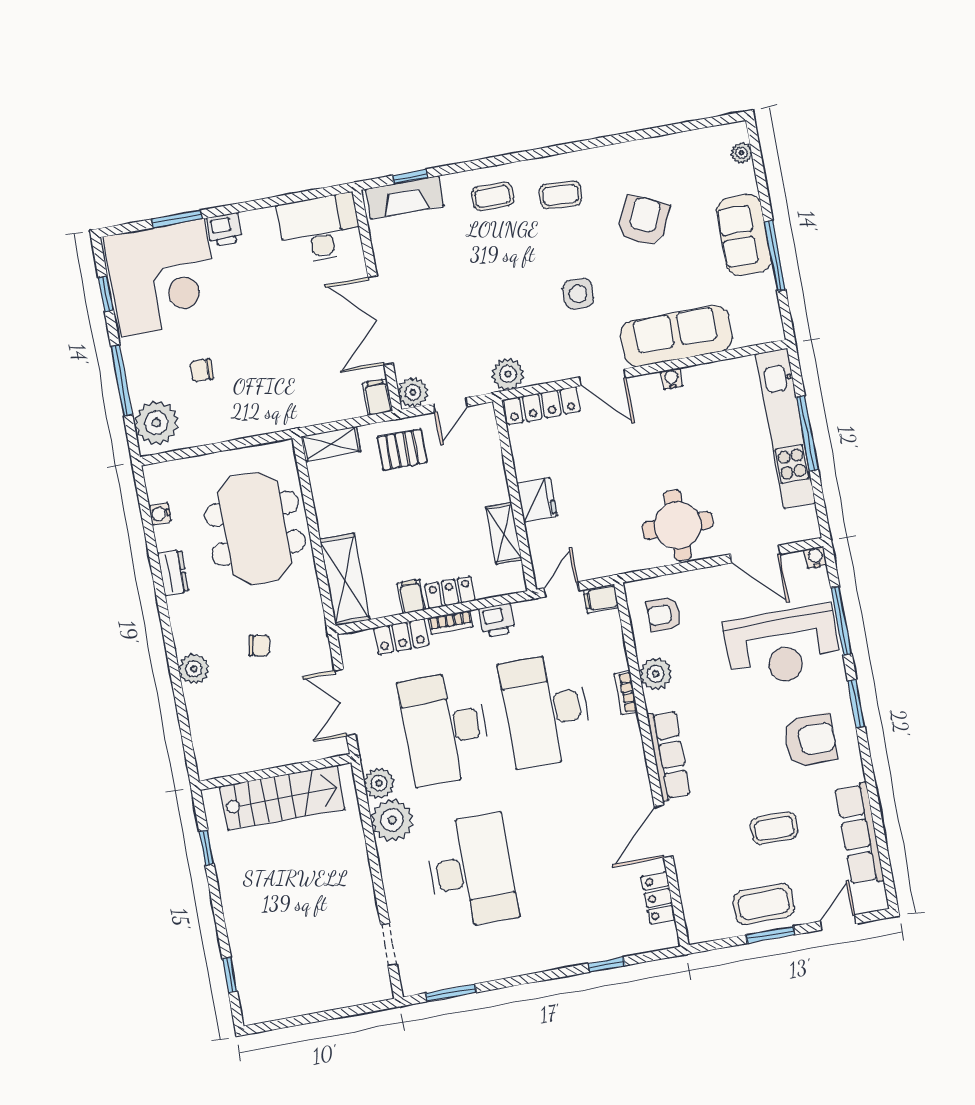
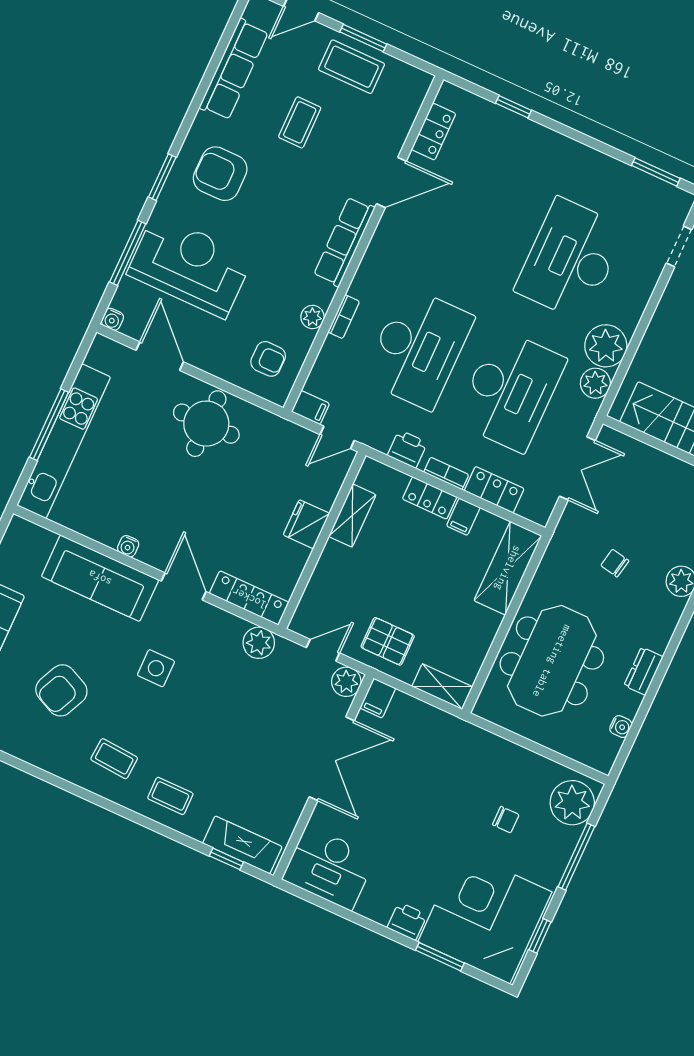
plant: (656, 674) -> (312, 317), width x0.73, depth x0.73
coffee table: (774, 828) -> (300, 122), turned 90

